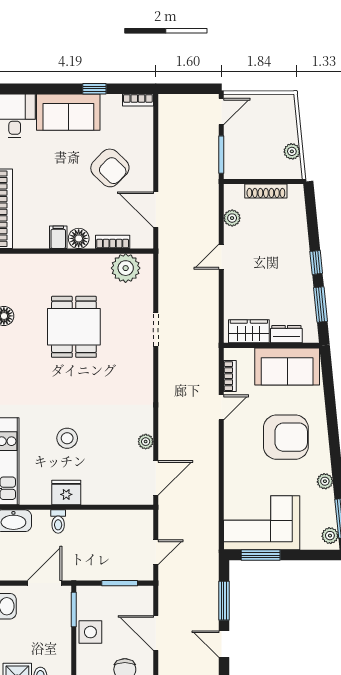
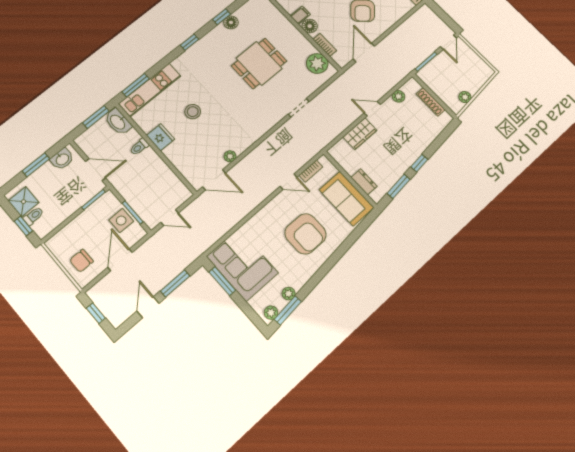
door: (221, 112) -> (448, 42), hinge flipped
wardrobe: (249, 331) -> (360, 134), moved, turned 90
plant: (325, 481) -> (289, 294), moved
side table: (90, 632) -> (121, 221), moved

